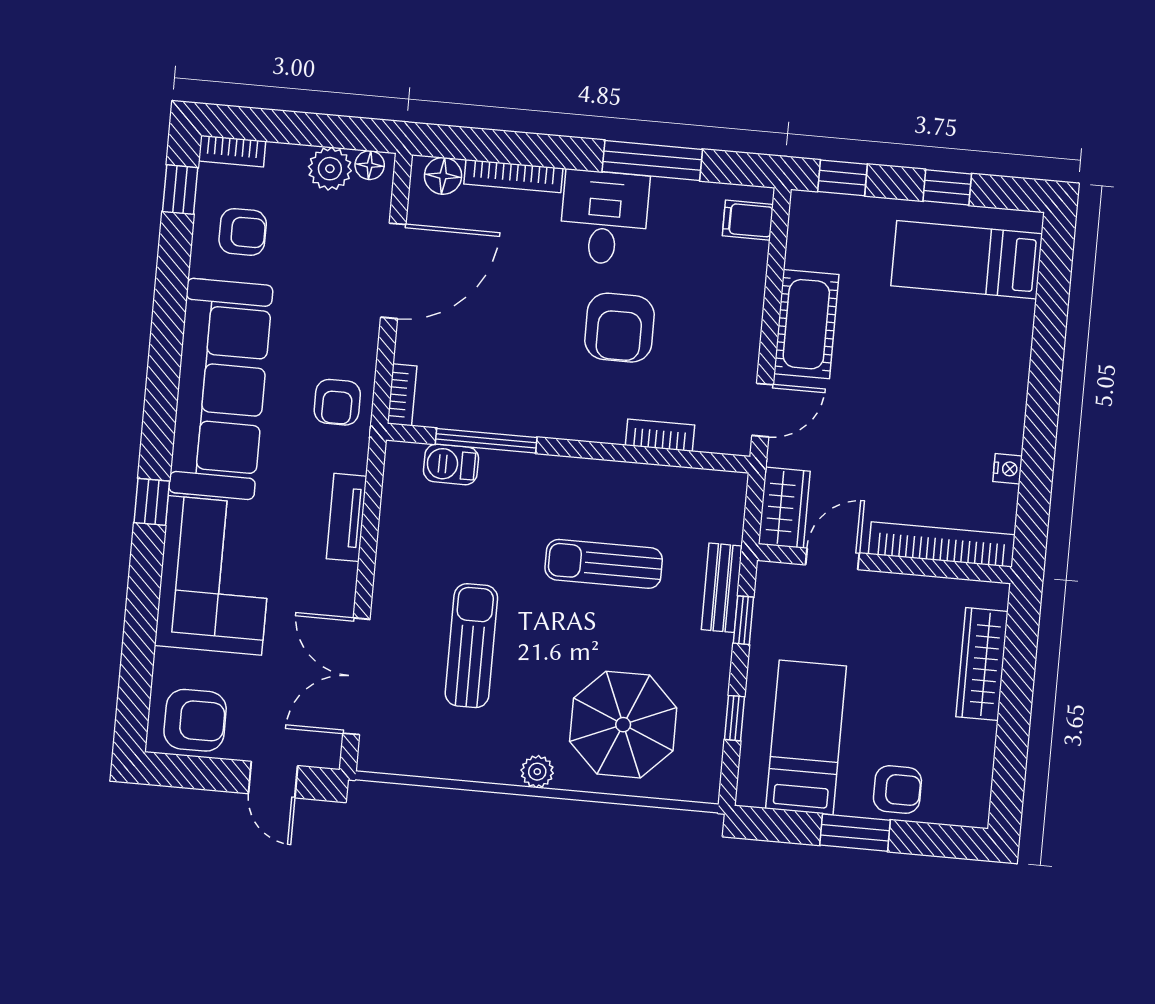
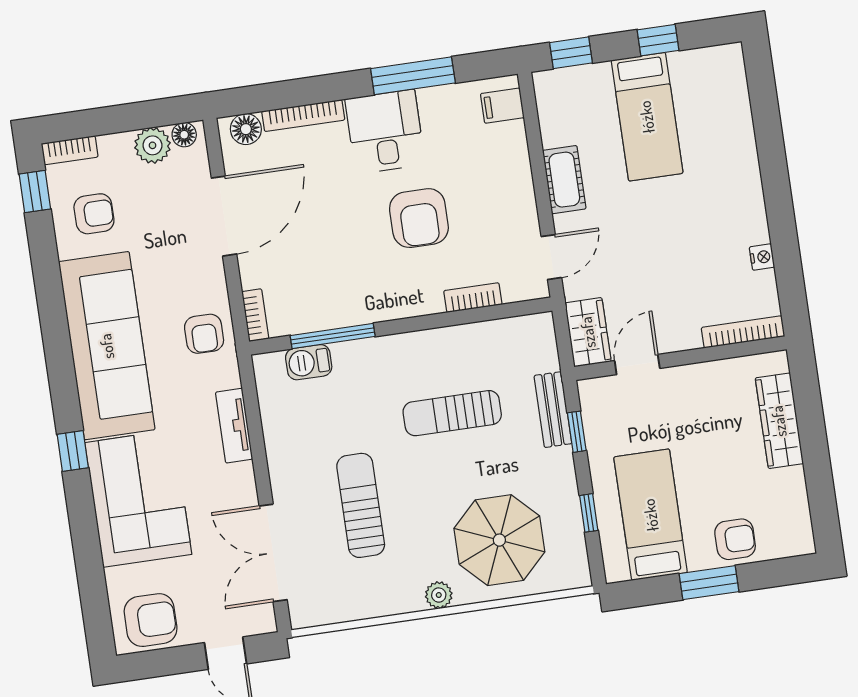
bed: (967, 260) -> (647, 117), moved, turned -90
cot: (806, 324) -> (564, 180), width x0.73, depth x0.75
bookcase: (942, 545) -> (743, 332), width x0.68, depth x0.76

